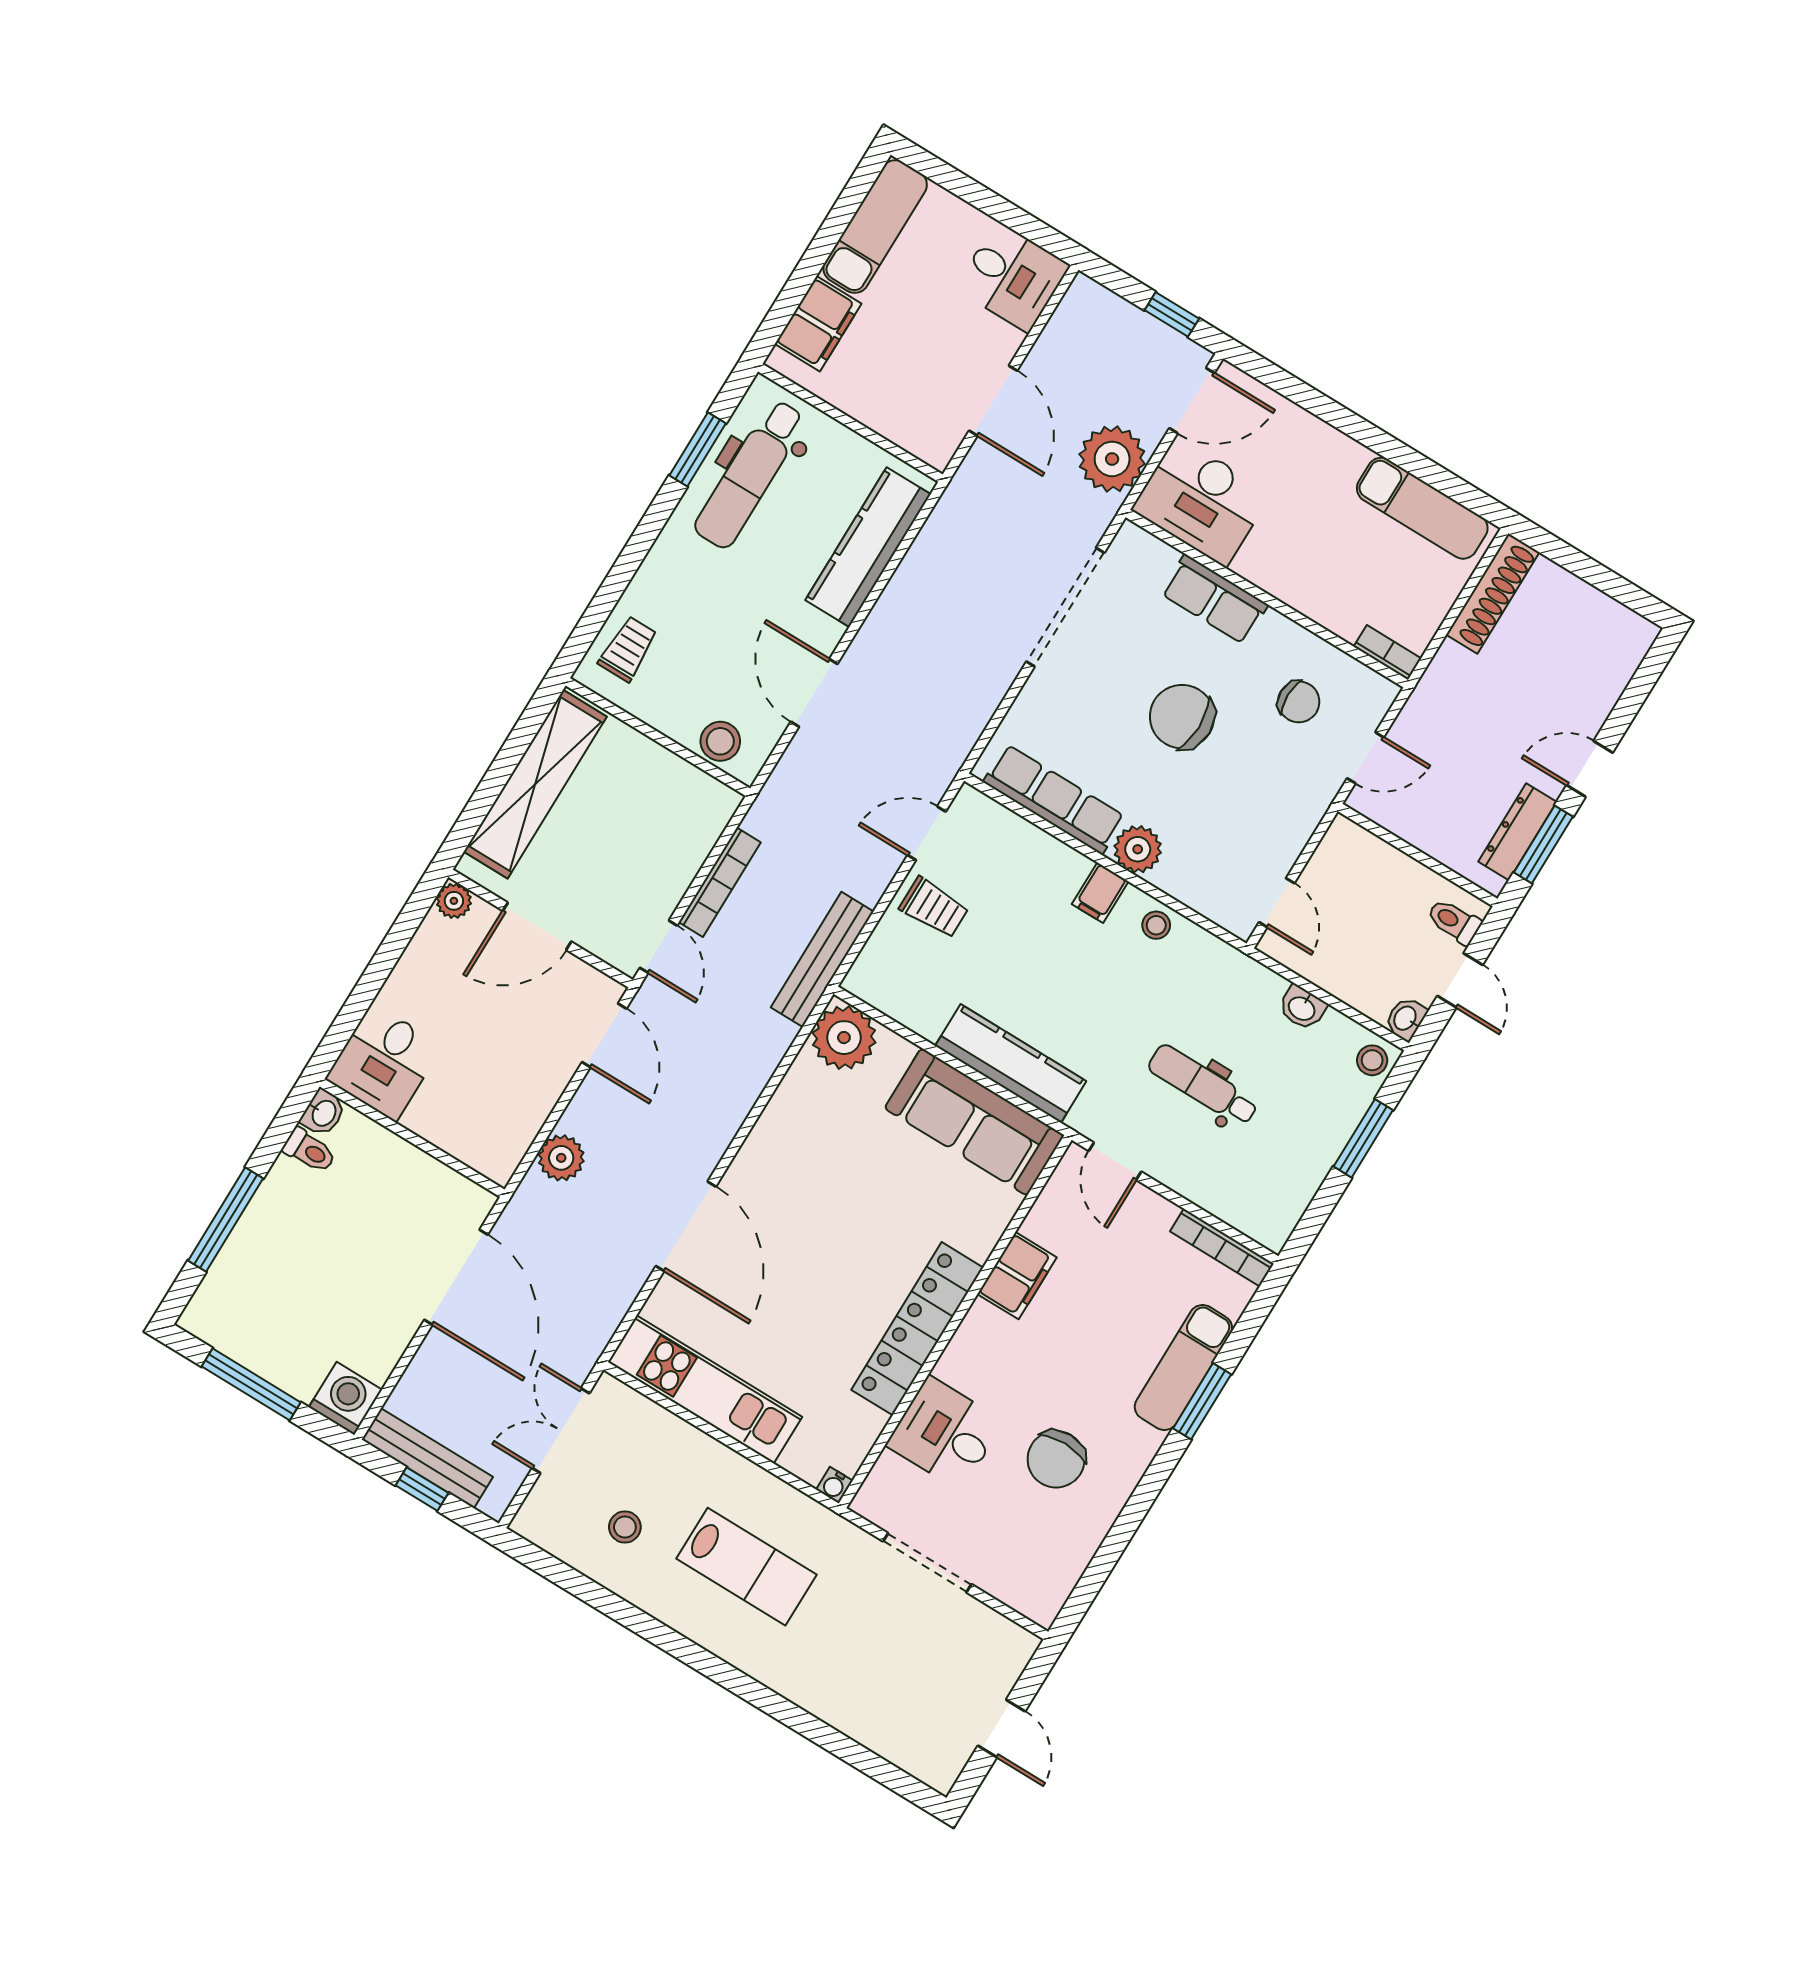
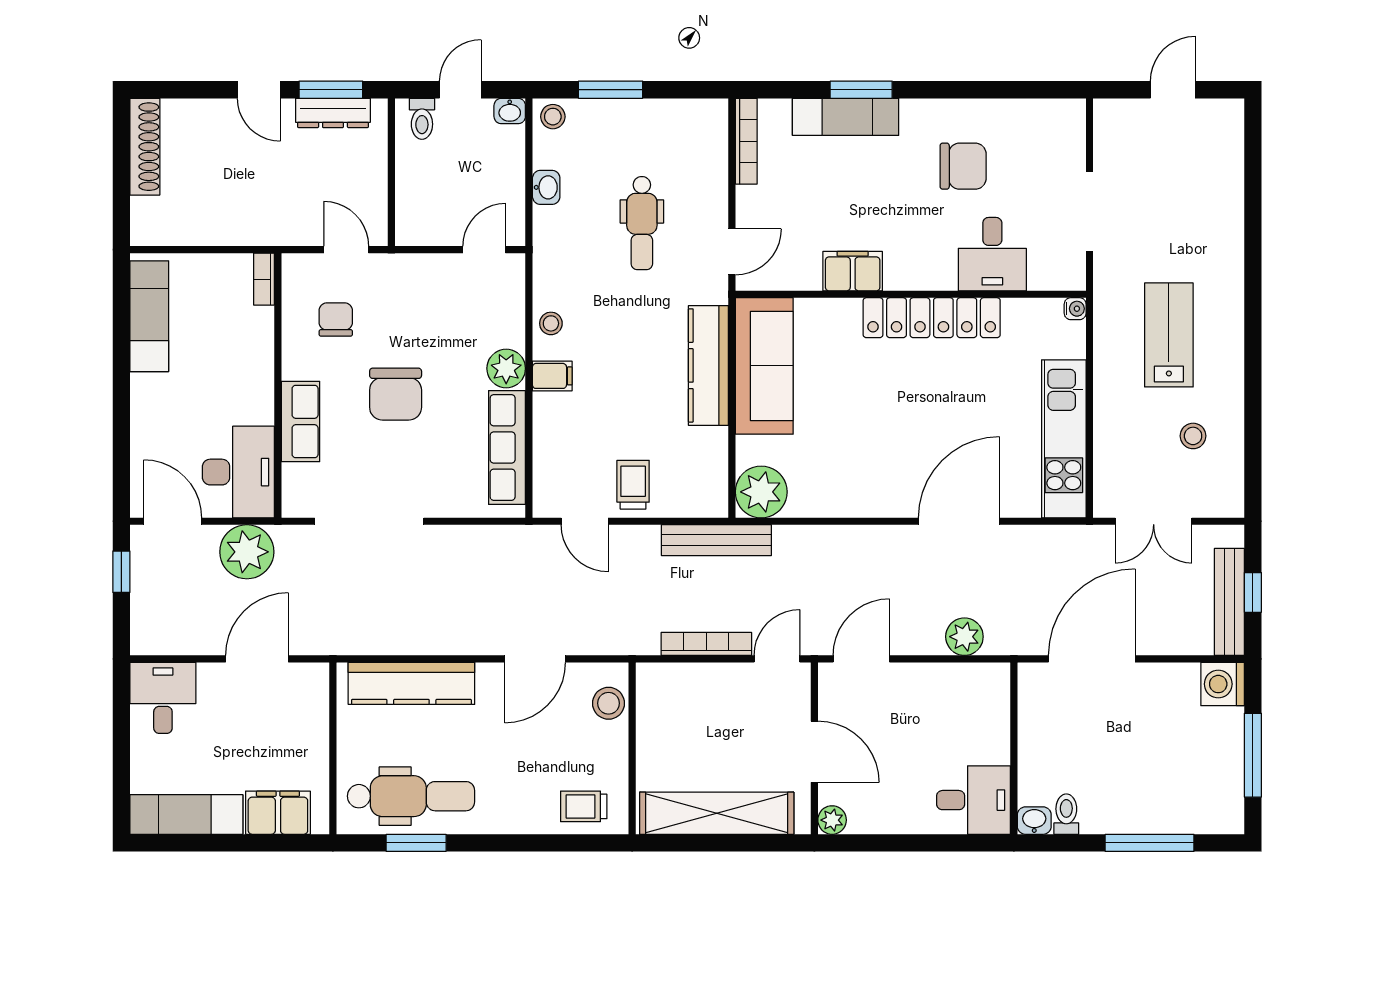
shoe rack: (1493, 593) -> (145, 147), moved, turned 90

